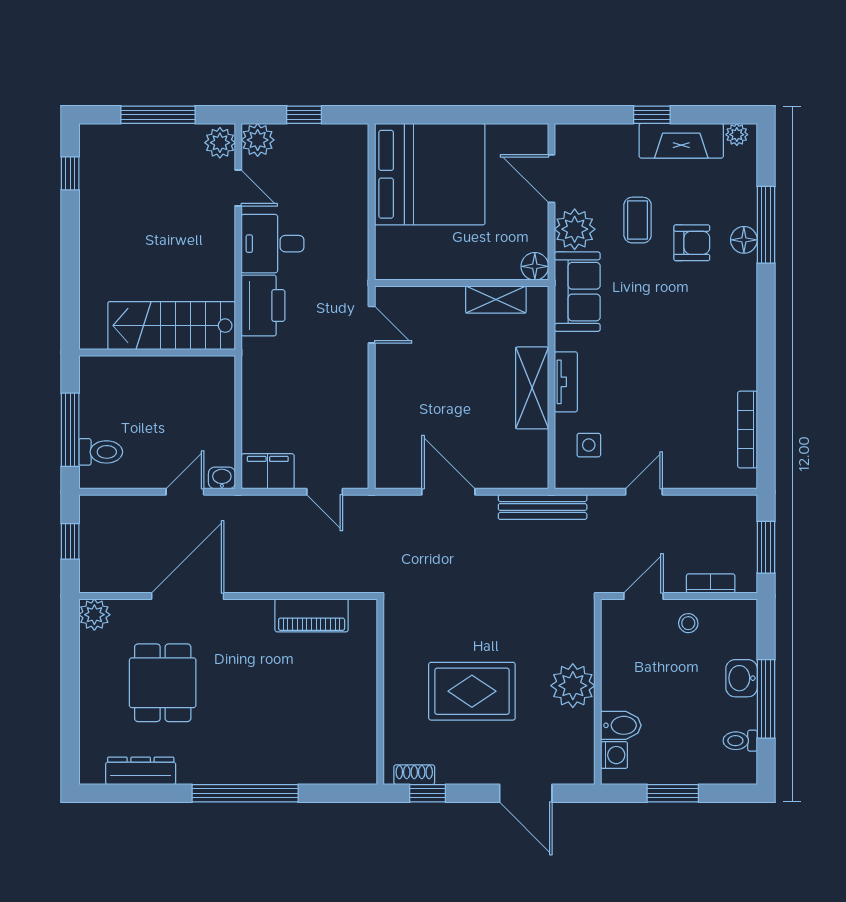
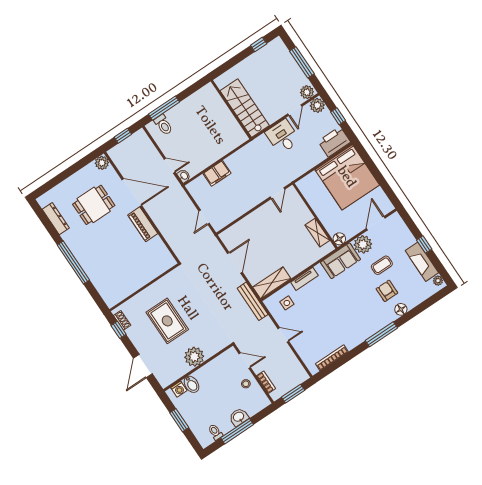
window: (766, 225) -> (381, 334), moved
armchair: (692, 243) -> (387, 291), turned 180
printer: (263, 306) -> (334, 142), moved, turned 180
stairs: (172, 326) -> (245, 108), moved
wall: (157, 353) -> (231, 109), moved
shelving: (532, 388) -> (272, 283), moved
filing cabinet: (268, 471) -> (217, 173), moved, turned 90
piano: (312, 615) -> (143, 224), moved

